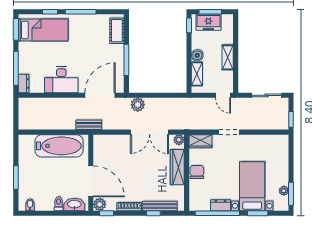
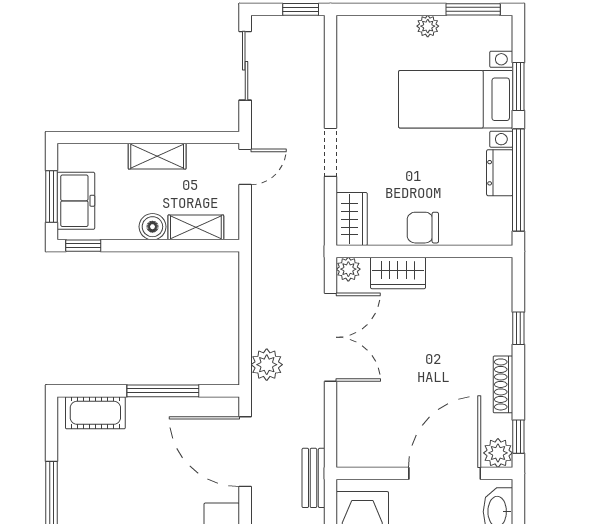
wardrobe: (177, 167) -> (398, 273), width x0.67
plant: (284, 191) -> (428, 26), moved
bench: (160, 206) -> (501, 313), removed

